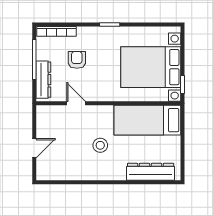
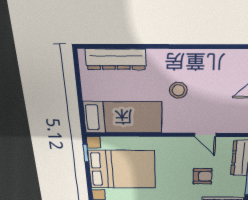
armchair: (77, 60) -> (203, 176), turned -90

